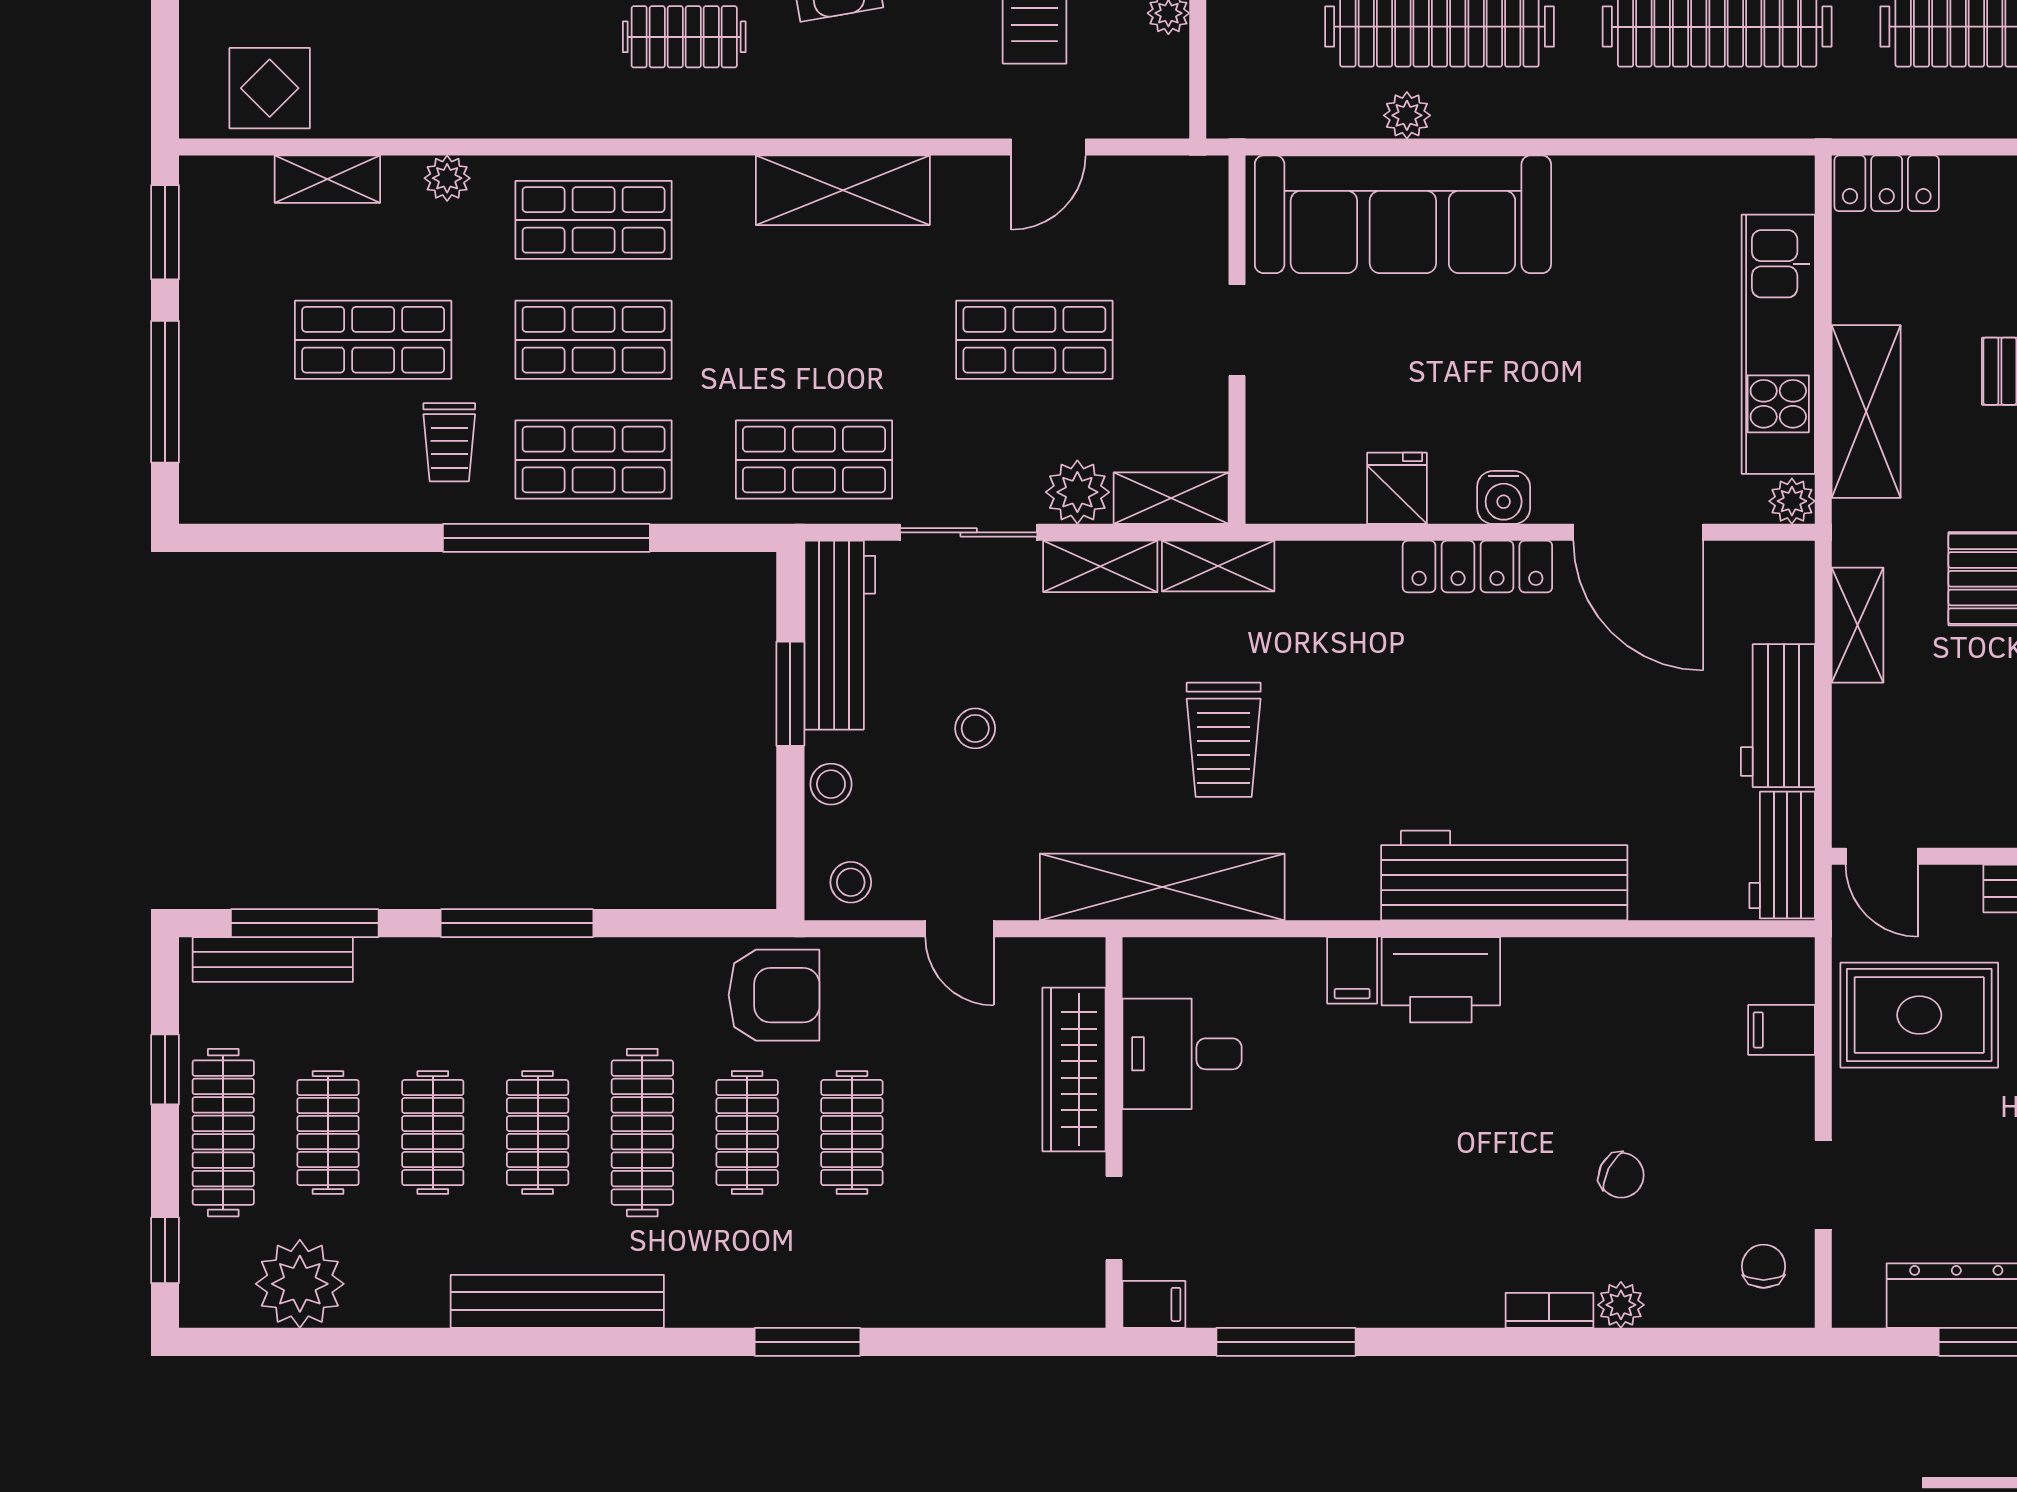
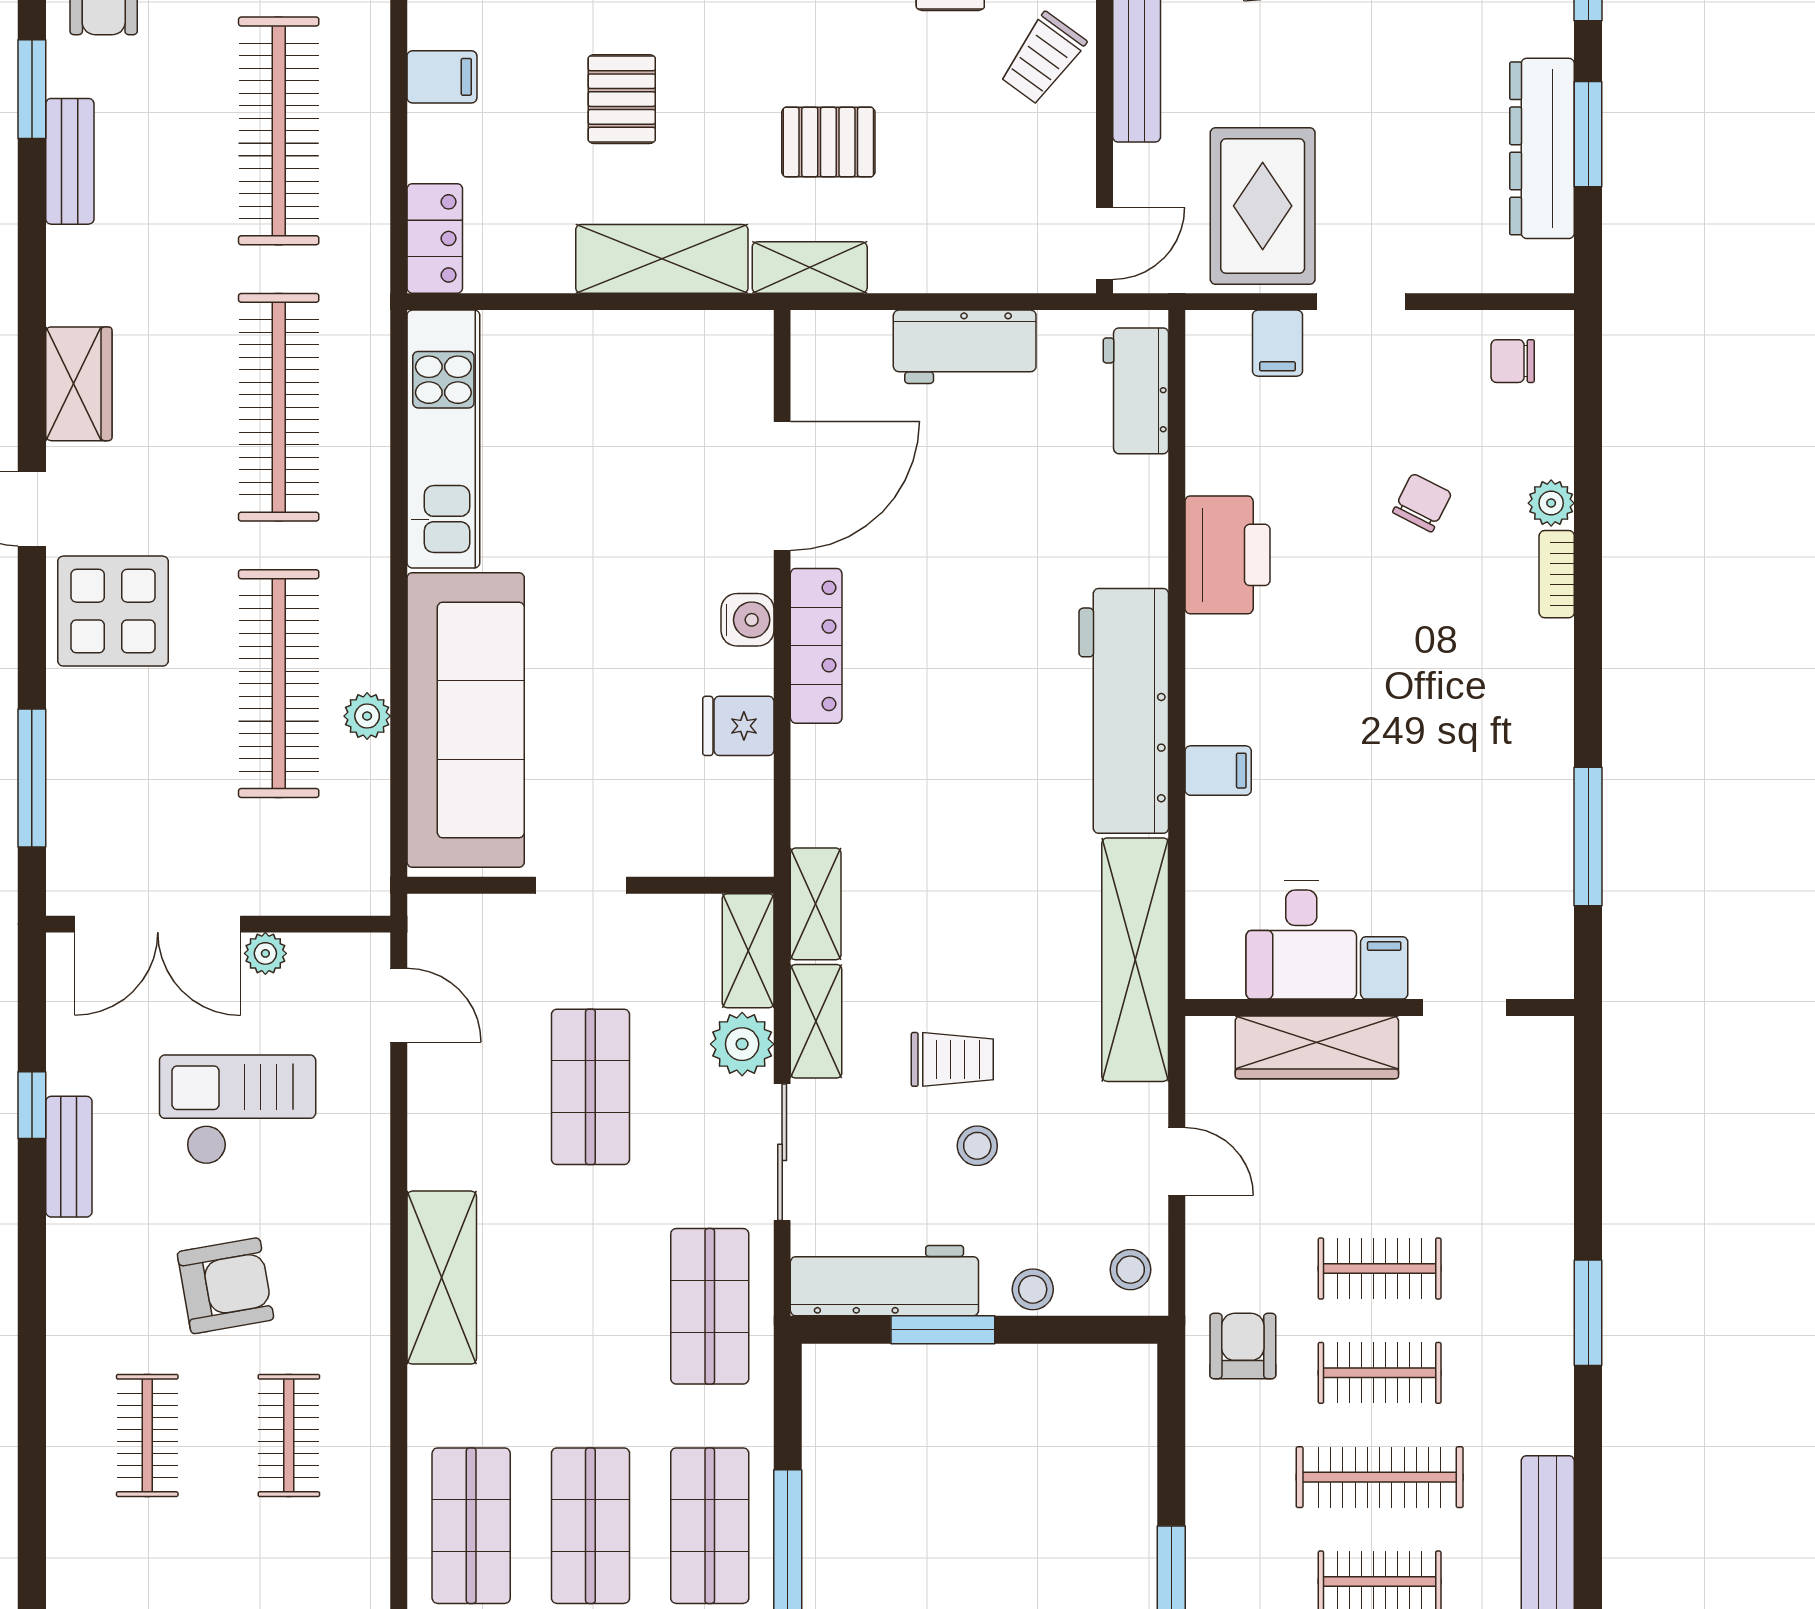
door: (1049, 147) -> (399, 1005), moved
kitchen unit: (1778, 344) -> (443, 439), moved, turned -90
plant: (1792, 501) -> (751, 333), removed
shelving: (1857, 625) -> (810, 268), moved
trolley: (1224, 740) -> (952, 1059), moved, width x0.73, depth x0.72
workbench: (1782, 855) -> (1136, 391), moved, turned 90
workbench: (1504, 876) -> (1124, 711), moved
door: (959, 929) -> (1177, 1161), hinge flipped
printer: (1441, 980) -> (1228, 555), moved
armchair: (774, 995) -> (1243, 1346), width x0.72, depth x0.72
doorway: (1823, 1185) -> (1361, 302), moved
filing cabinet: (1154, 1304) -> (1384, 968), moved

